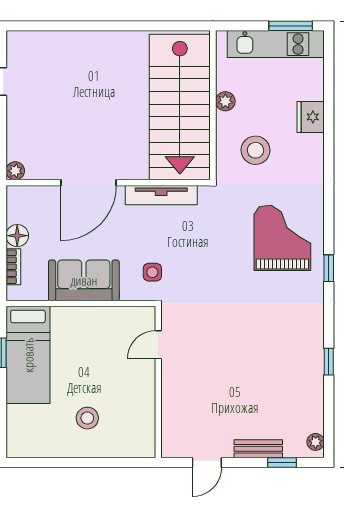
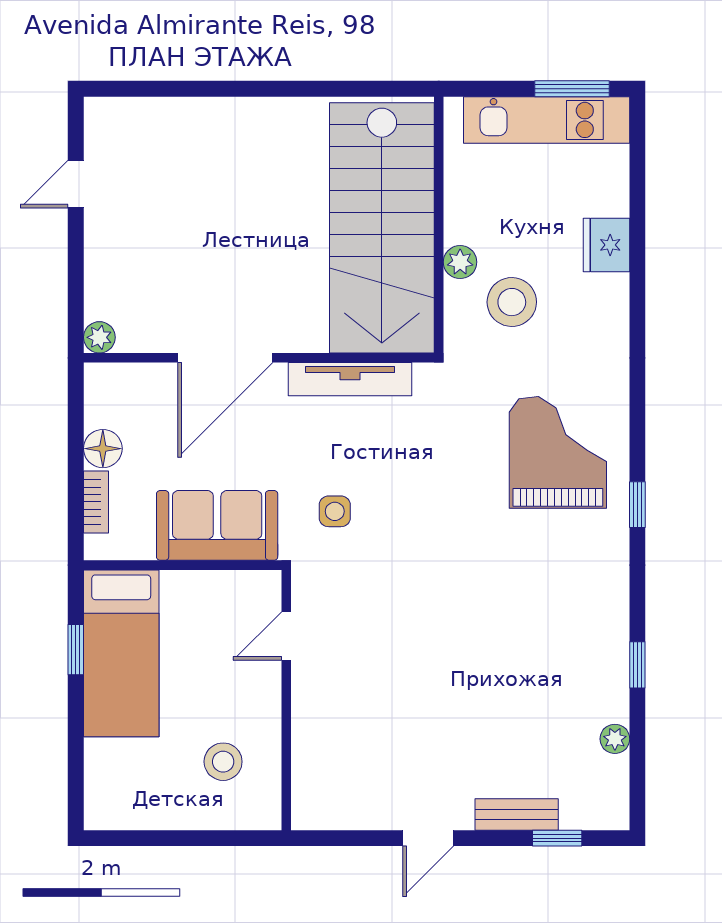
plant: (225, 101) -> (460, 262), moved
door: (158, 345) -> (286, 636), moved
wall: (158, 382) -> (286, 700), moved
plant: (316, 442) -> (615, 739), moved

